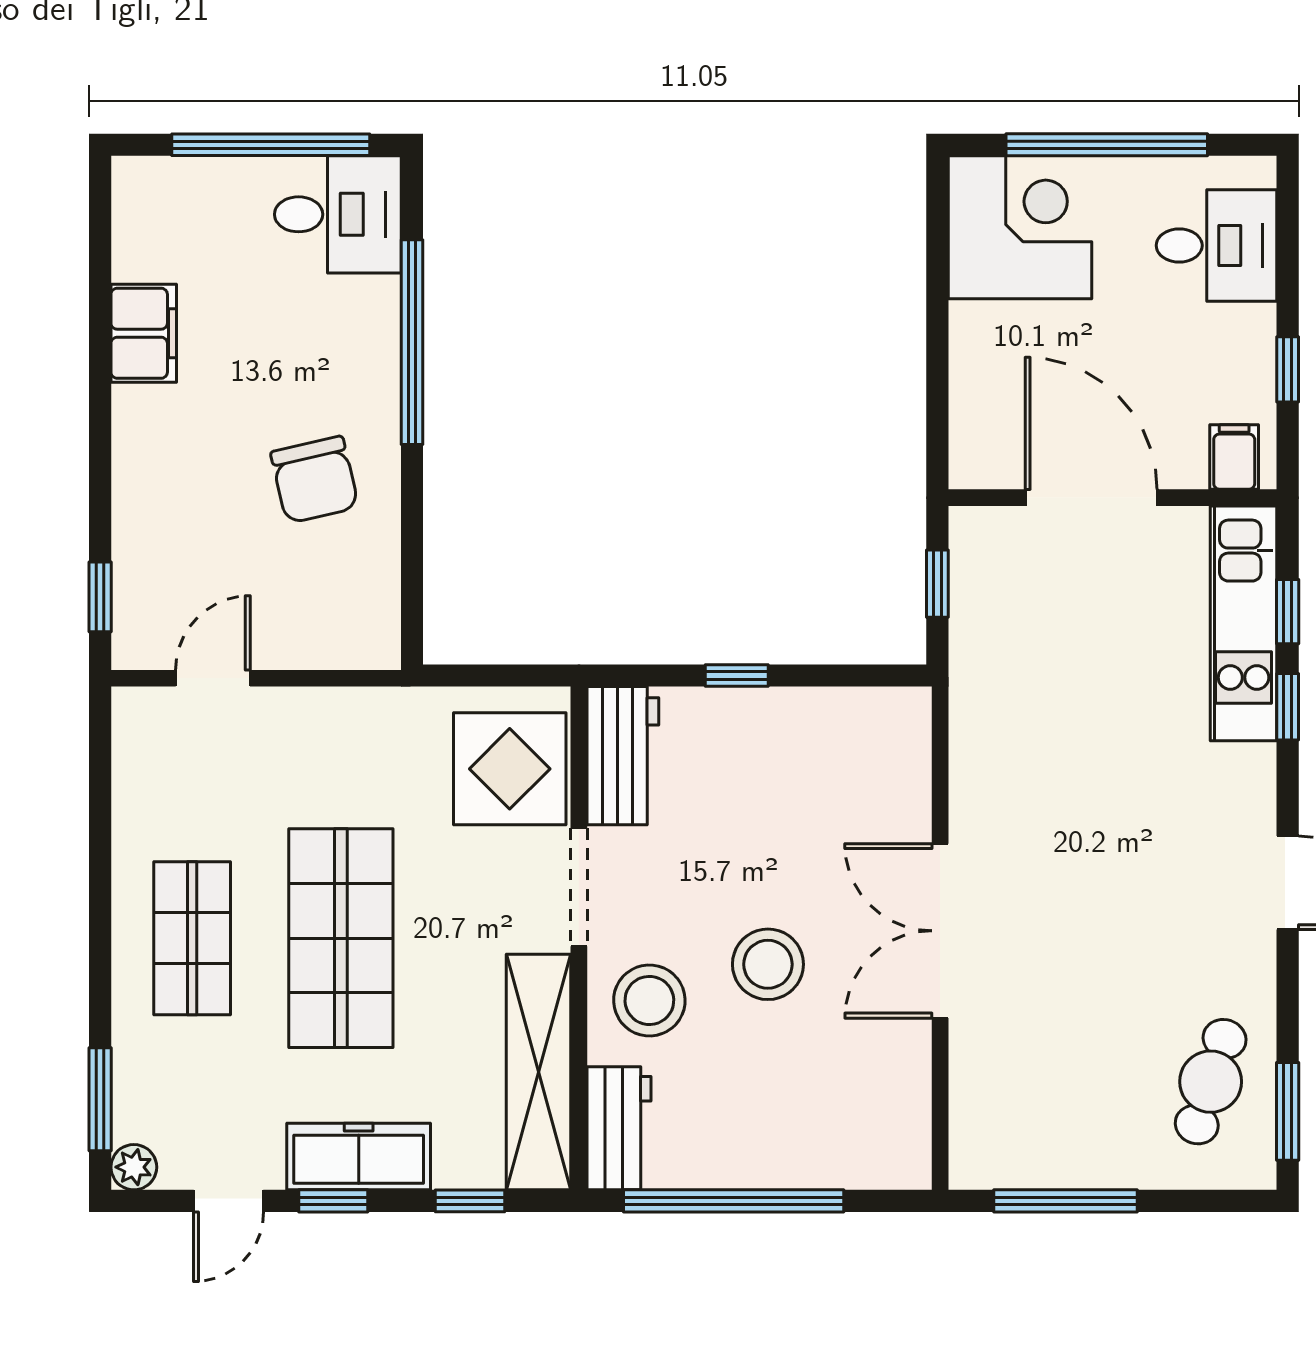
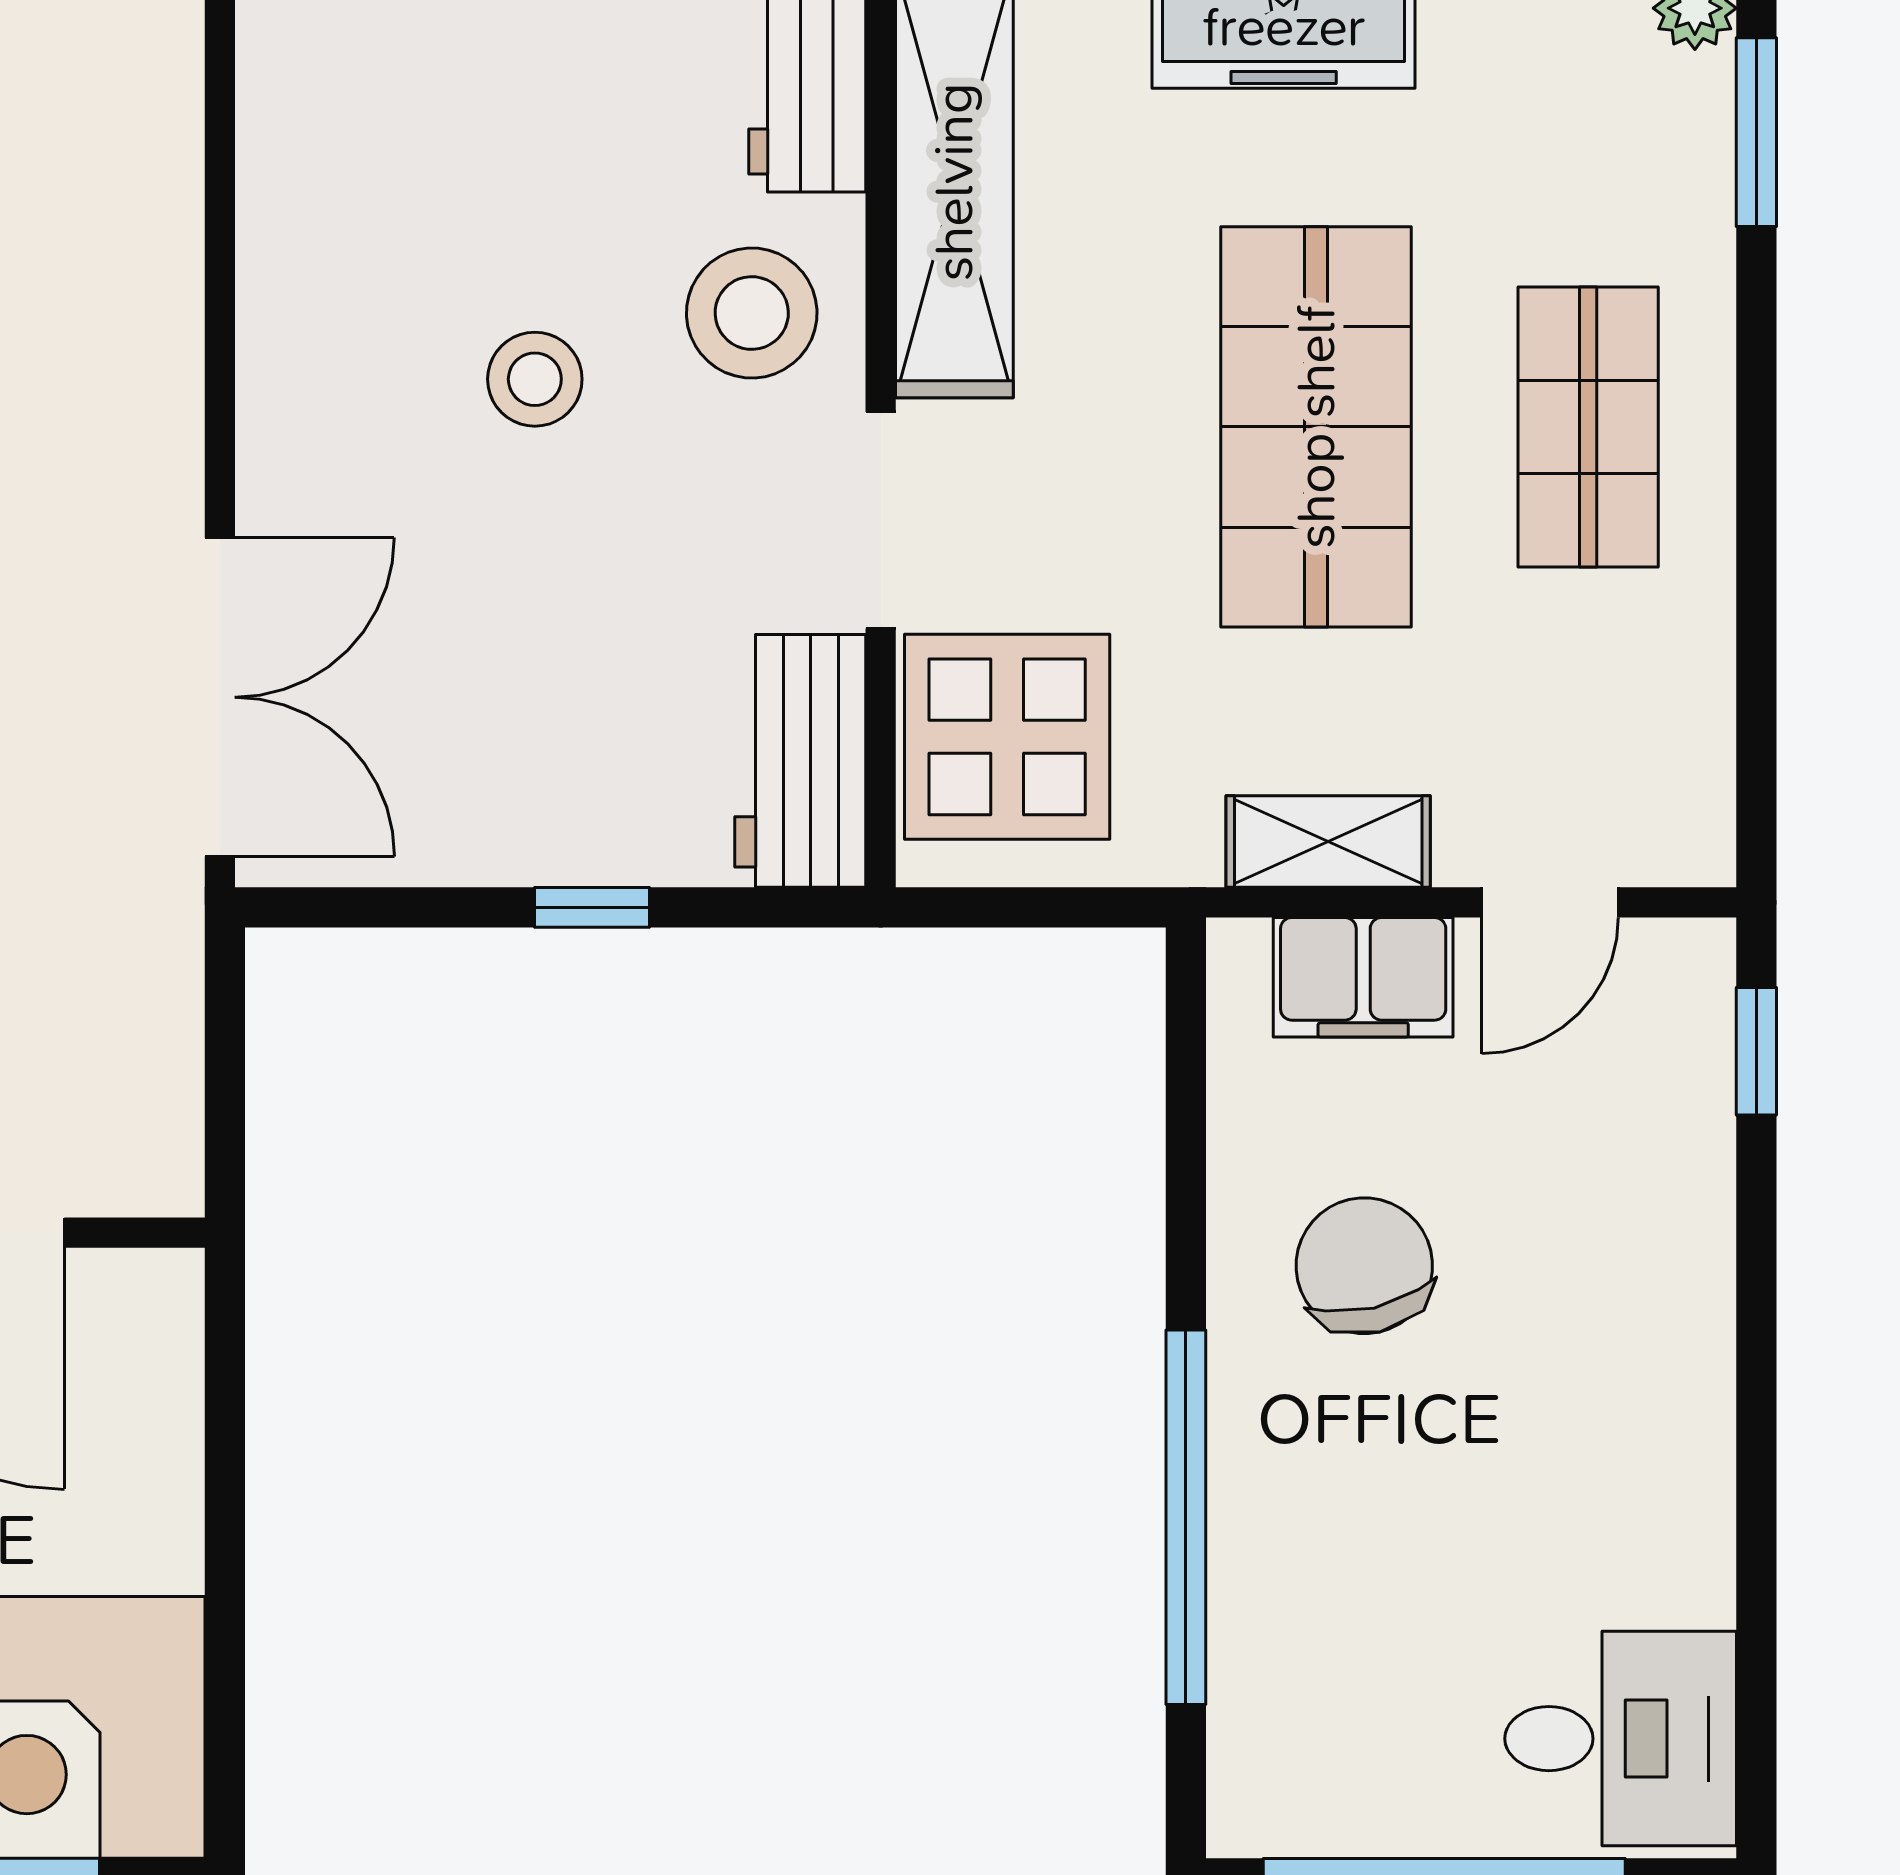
desk: (338, 214) -> (1621, 1739), moved, turned 180
filing cabinet: (144, 333) -> (1363, 977), moved, turned -90
window: (937, 584) -> (225, 1075), removed
shelving: (334, 712) -> (1328, 841), added
double door: (940, 931) -> (220, 697), moved
stool: (768, 964) -> (535, 379), width x0.73, depth x0.73

